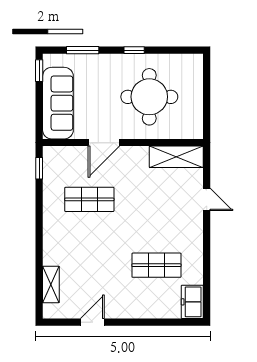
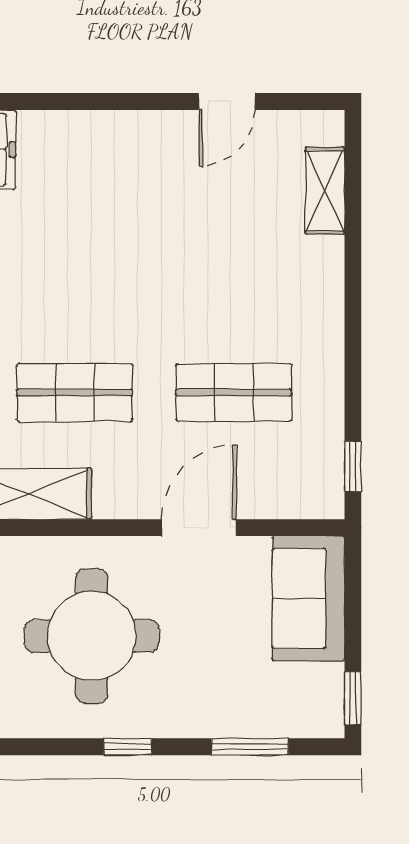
sofa: (58, 103) -> (308, 598), width x0.73
shop shelf: (156, 265) -> (75, 393), moved

